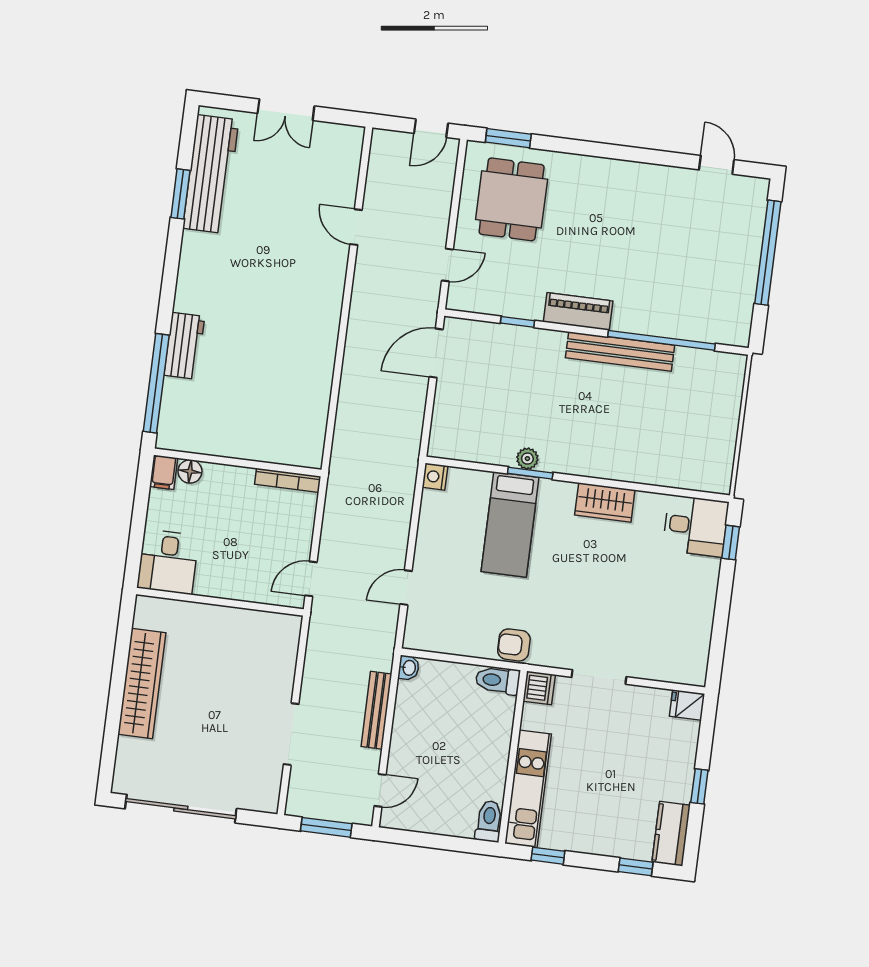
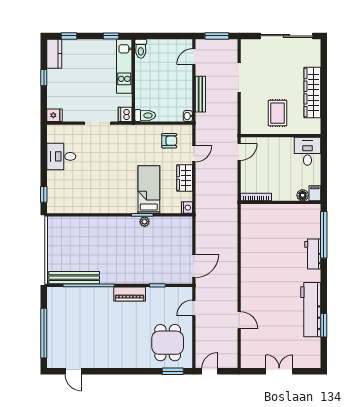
workbench: (211, 174) -> (311, 310), moved
bench: (620, 352) -> (74, 278), moved
wardrobe: (605, 502) -> (185, 178), moved, turned -90
desk: (696, 526) -> (61, 156), moved
armchair: (514, 645) -> (169, 141), moved
rug: (221, 650) -> (277, 113), added

